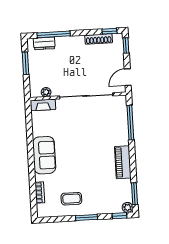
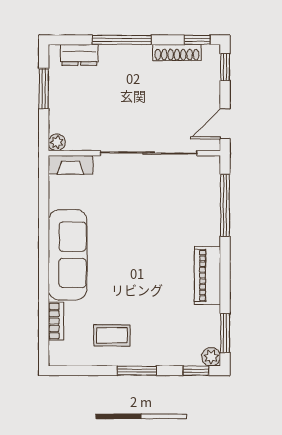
window: (54, 34) -> (122, 40), moved
plant: (46, 92) -> (57, 142), moved
sofa: (44, 155) -> (68, 255), width x1.36

